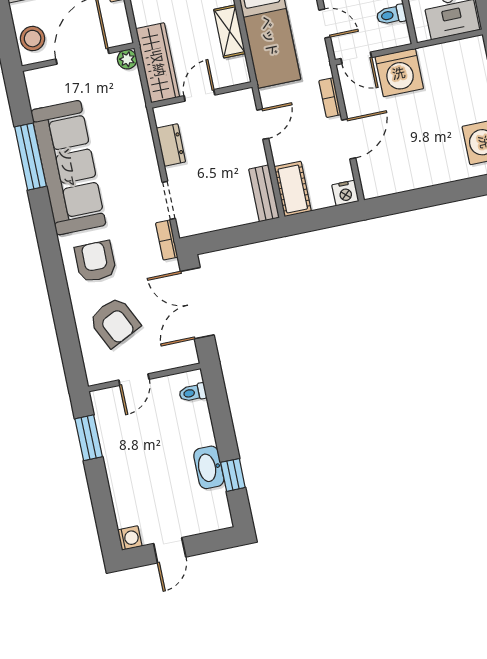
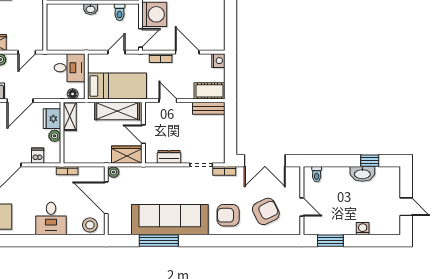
shelving: (230, 31) -> (117, 111), width x1.50, depth x1.33
wardrobe: (158, 63) -> (127, 155), width x0.67
washing machine: (130, 538) -> (363, 229), moved

